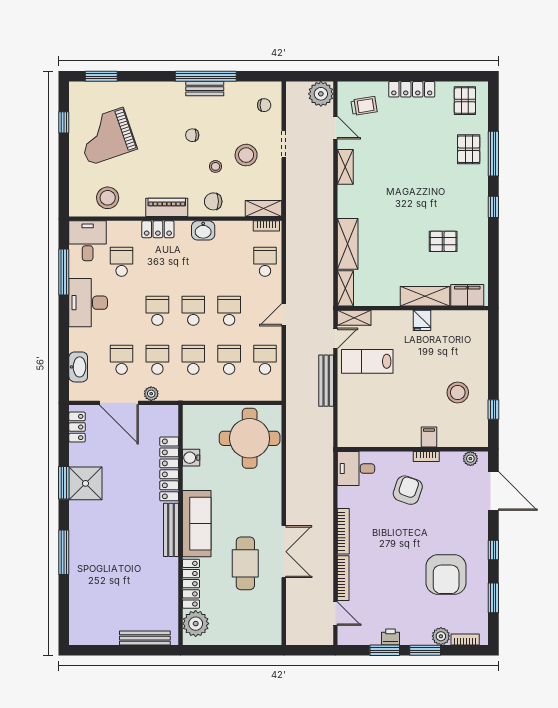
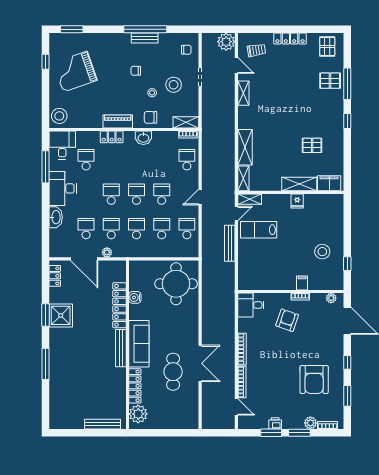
pallet: (469, 149) -> (330, 81), turned 90
stool: (108, 198) -> (59, 116), moved
washbasin: (78, 367) -> (56, 217), moved

